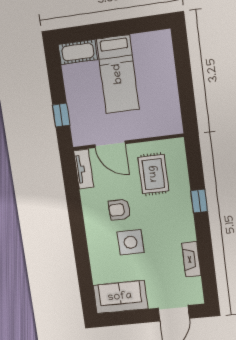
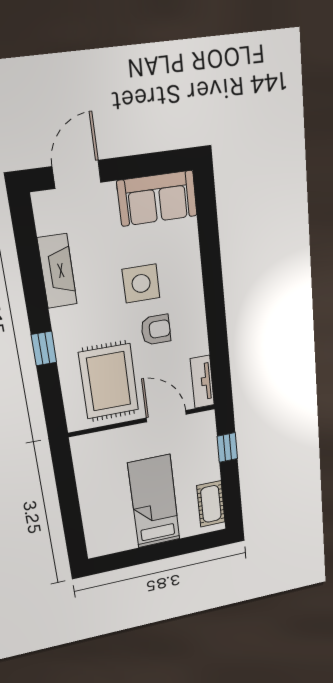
cot: (78, 52) -> (211, 504), moved, turned 90
rug: (153, 174) -> (109, 381), width x1.36, depth x1.43
fireplace: (191, 259) -> (57, 271), width x1.37, depth x1.32

